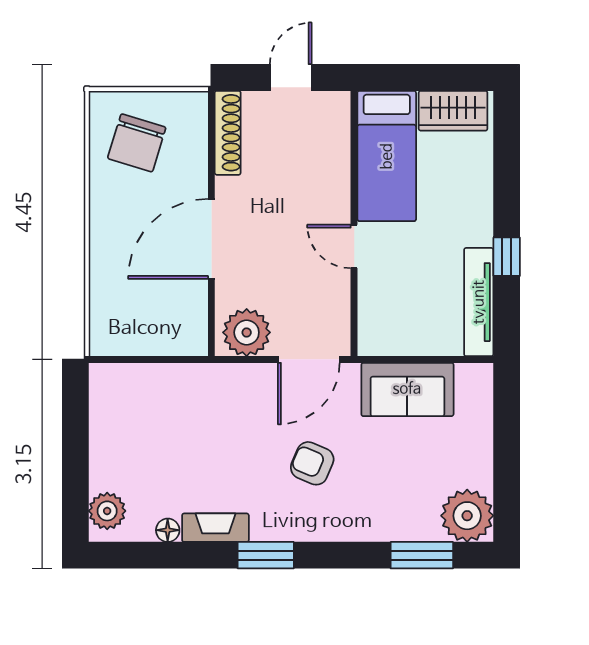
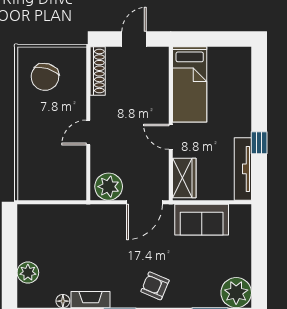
wardrobe: (453, 111) -> (184, 178), moved, turned -90
door: (211, 239) -> (88, 132), width x0.53
armchair: (312, 463) -> (155, 286), moved
plant: (107, 511) -> (28, 273), moved

